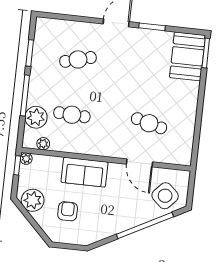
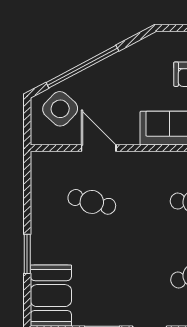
window: (206, 53) -> (27, 254), moved

